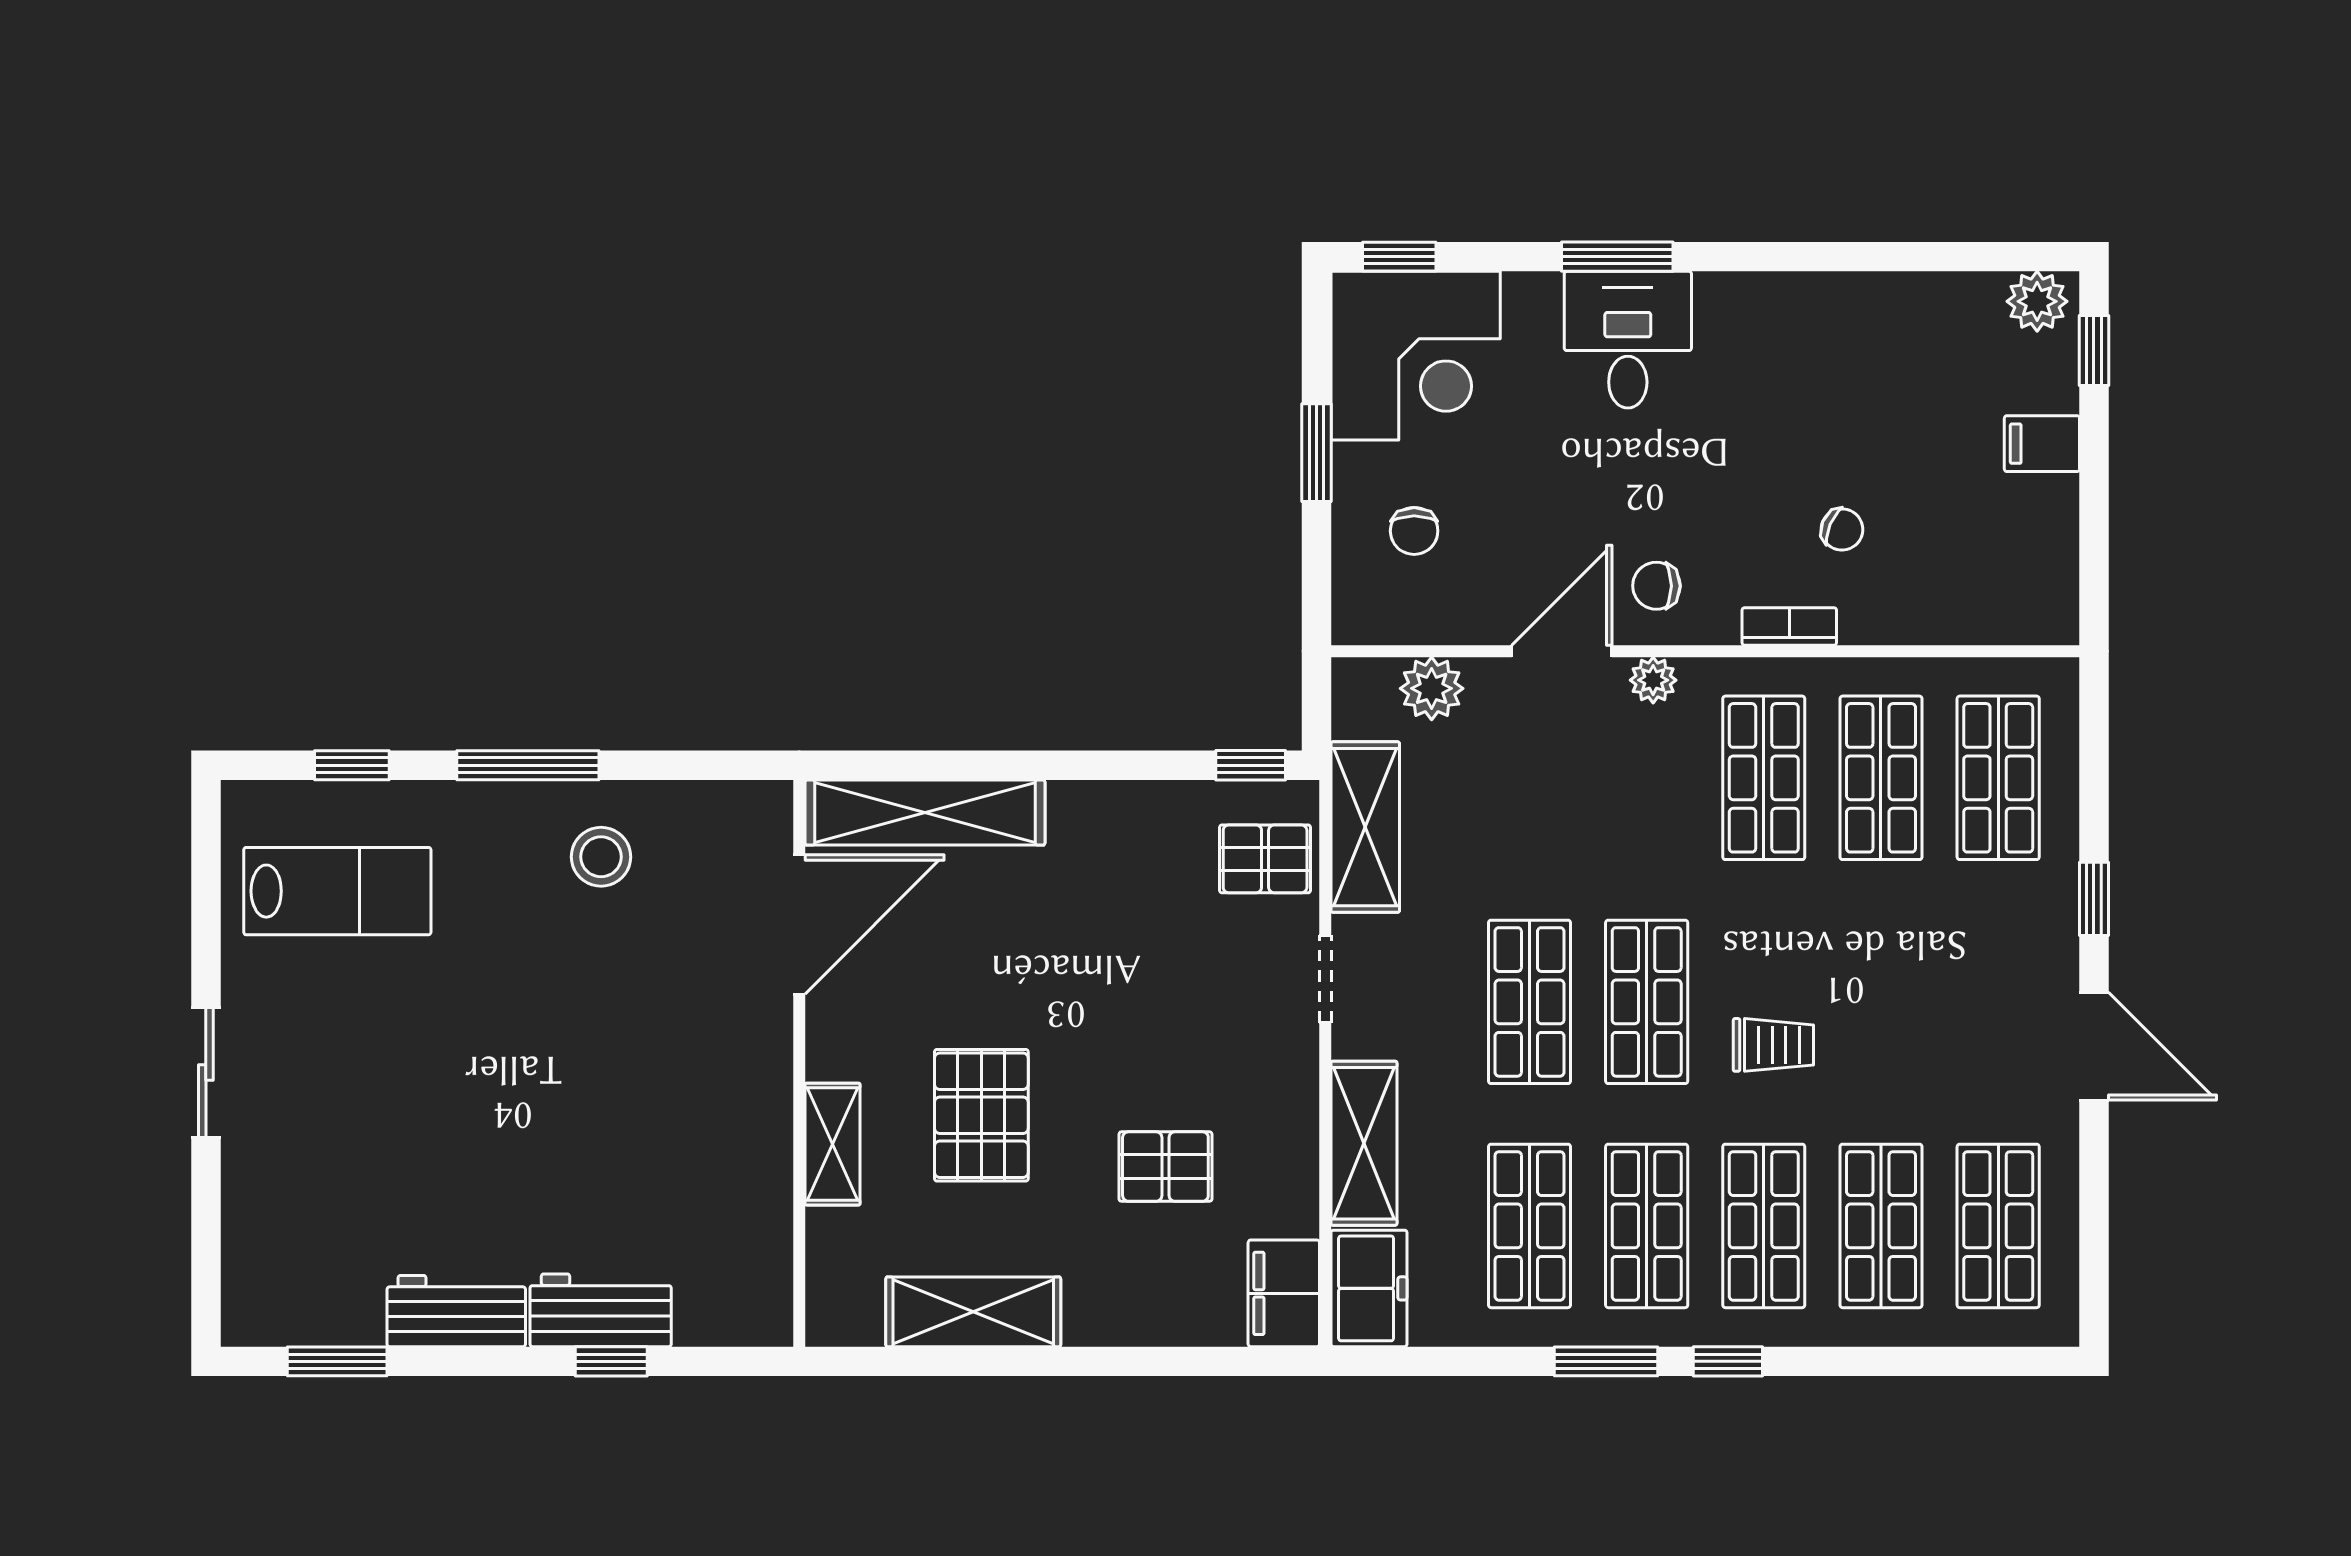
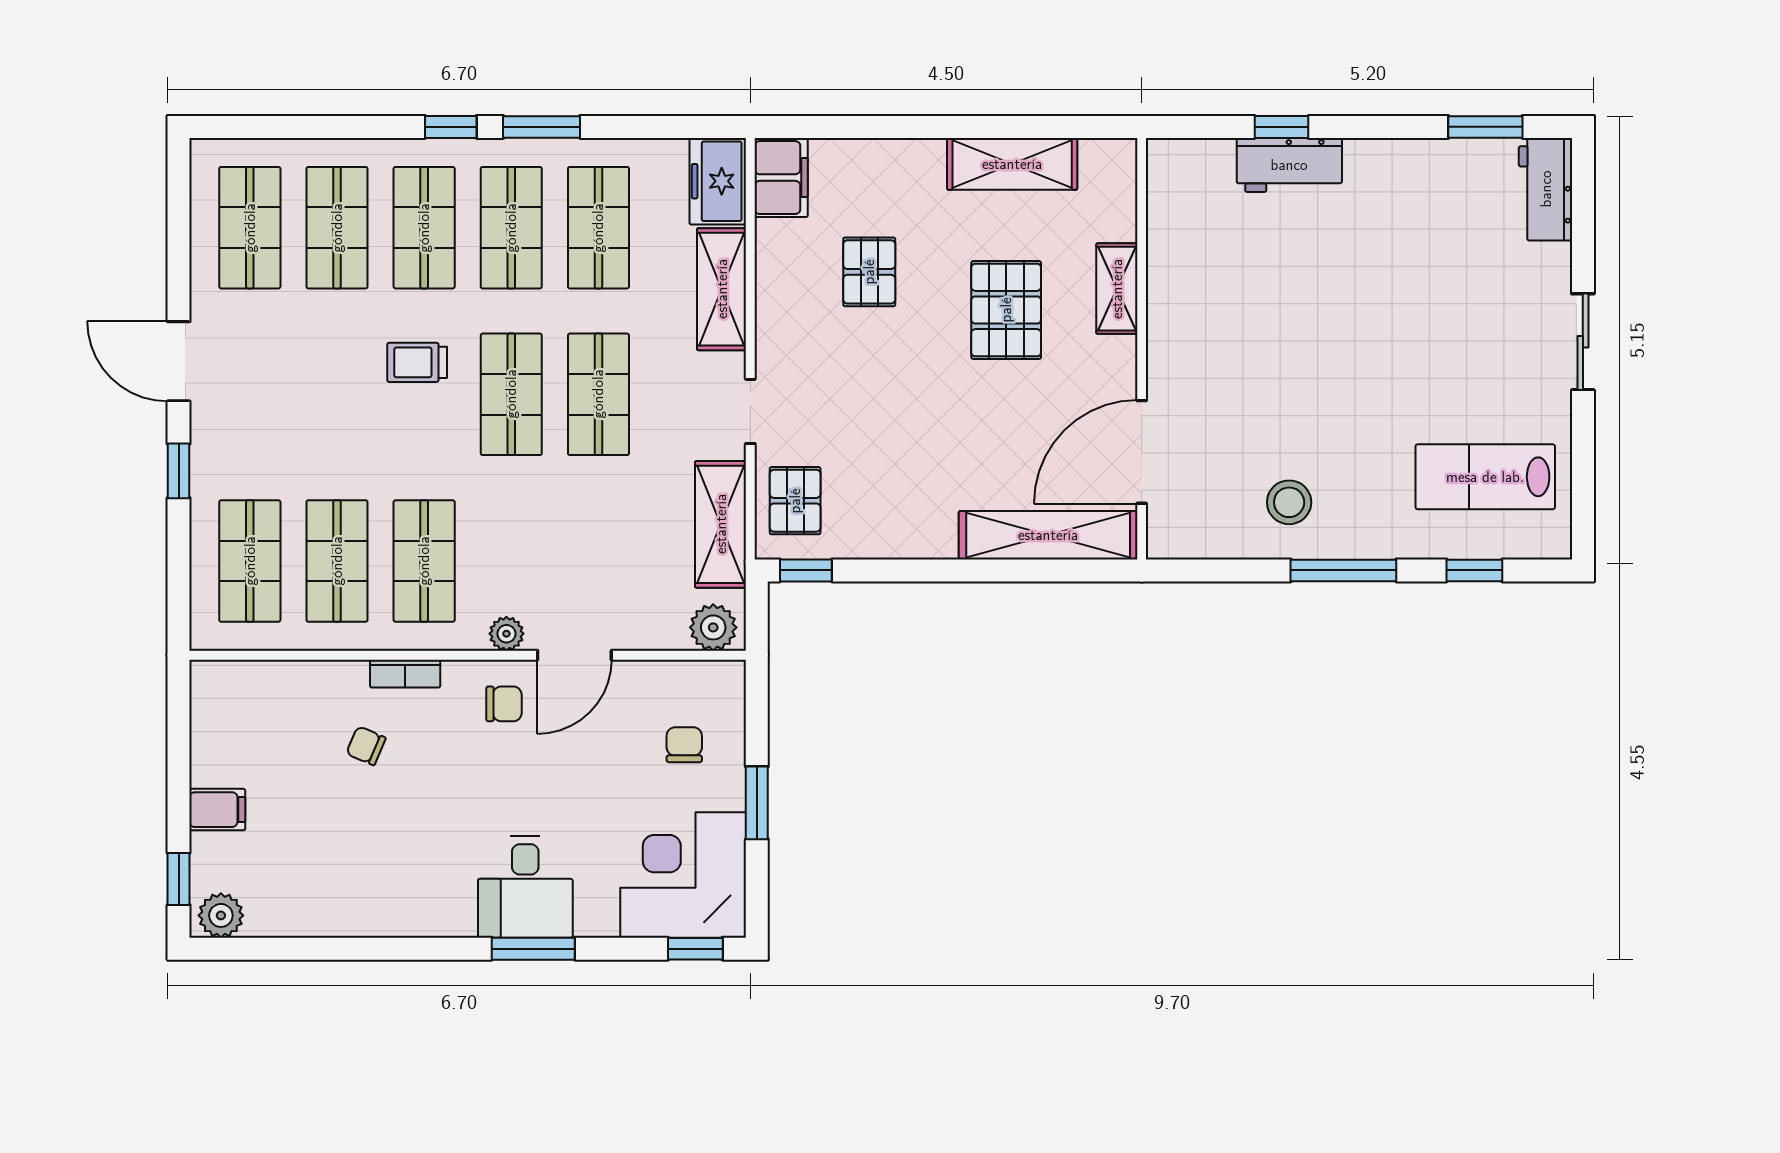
plant: (1432, 688) -> (713, 627), moved
pallet: (1265, 859) -> (795, 501), turned 90
pallet: (1165, 1167) -> (869, 272), turned 90
workbench: (456, 1311) -> (1546, 189), moved, turned 90

